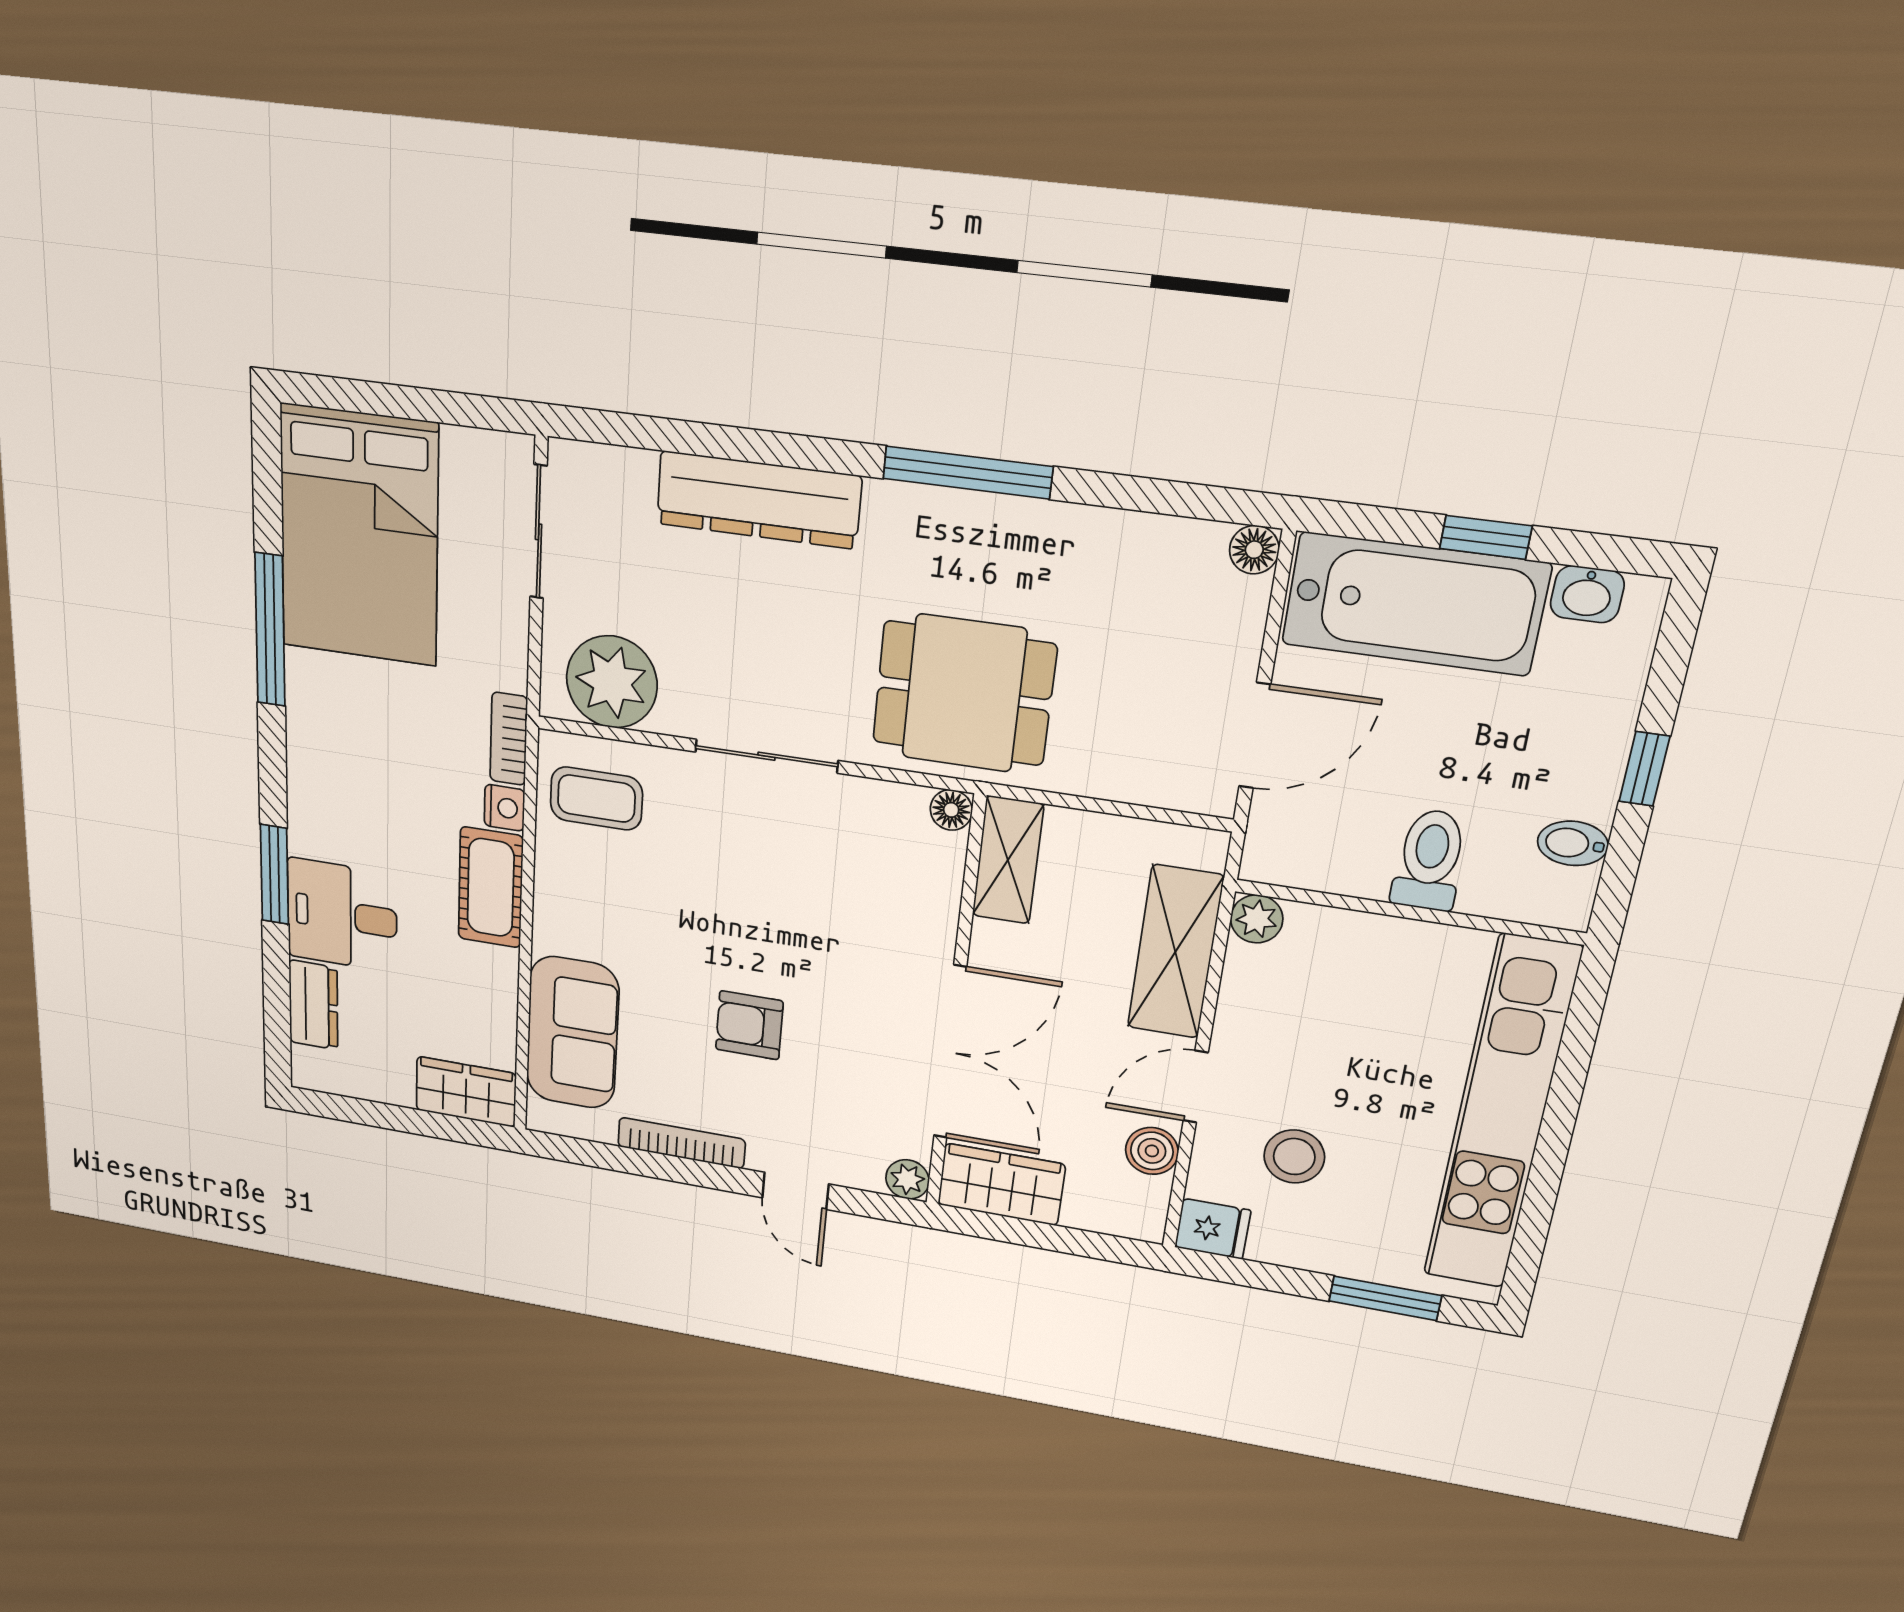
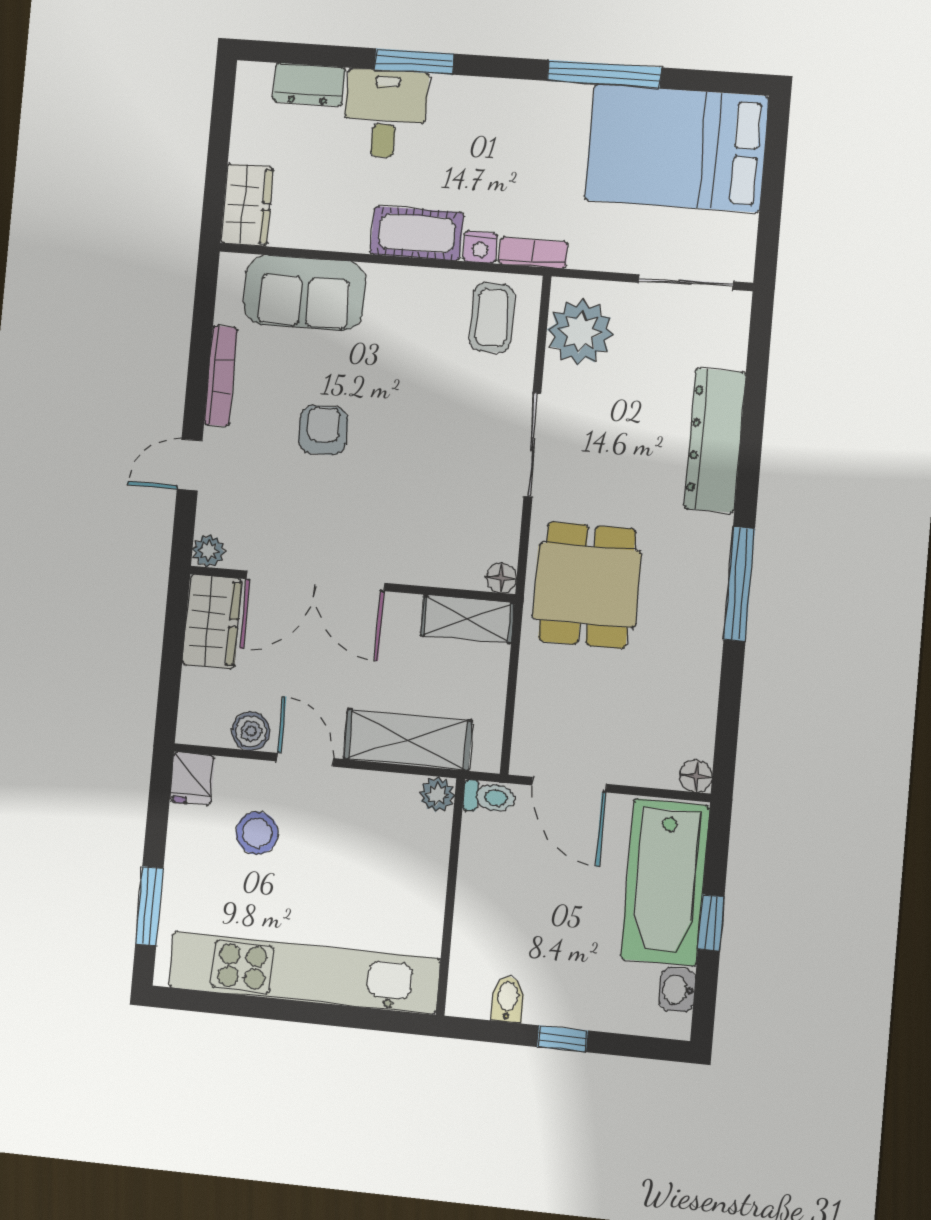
toilet: (1430, 860) -> (489, 797), moved, width x0.73, depth x0.72

